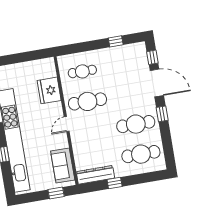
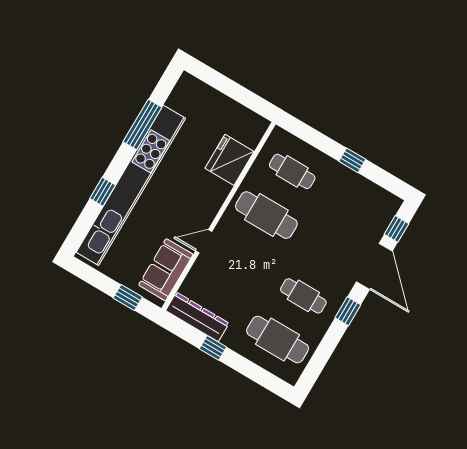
window: (116, 41) -> (352, 160), moved
door: (67, 124) -> (204, 241), moved
cafe table: (136, 124) -> (303, 296), width x0.73, depth x0.74

